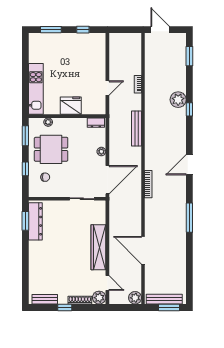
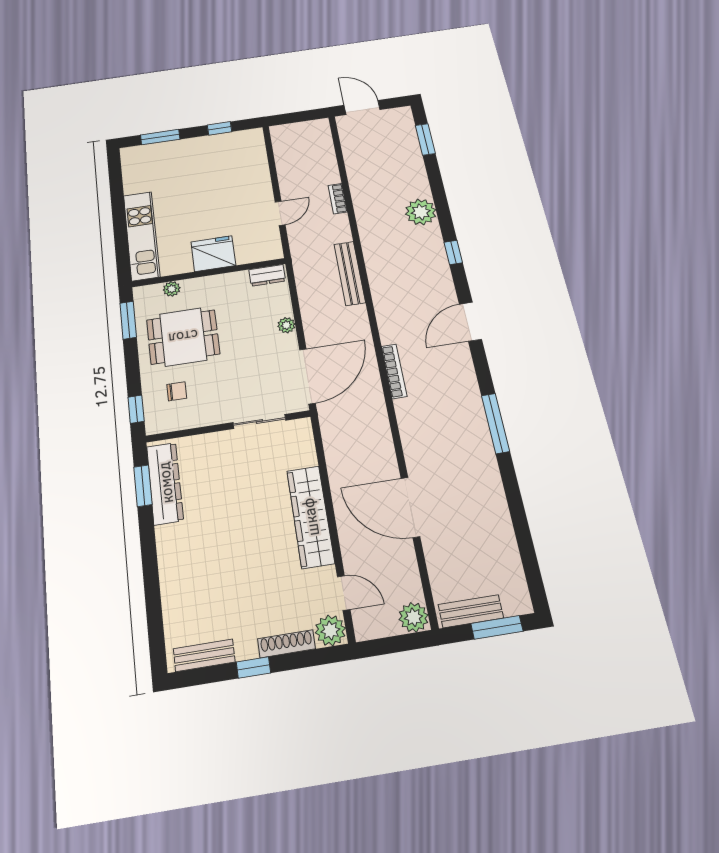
window: (189, 109) -> (453, 253), moved
window: (25, 169) -> (136, 409), moved
bench: (164, 299) -> (471, 611), width x0.73

